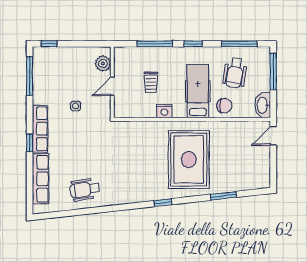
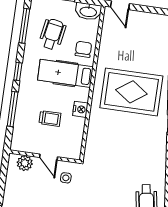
wheelchair: (235, 73) -> (52, 34), turned -89
side table: (76, 106) -> (66, 178), moved

